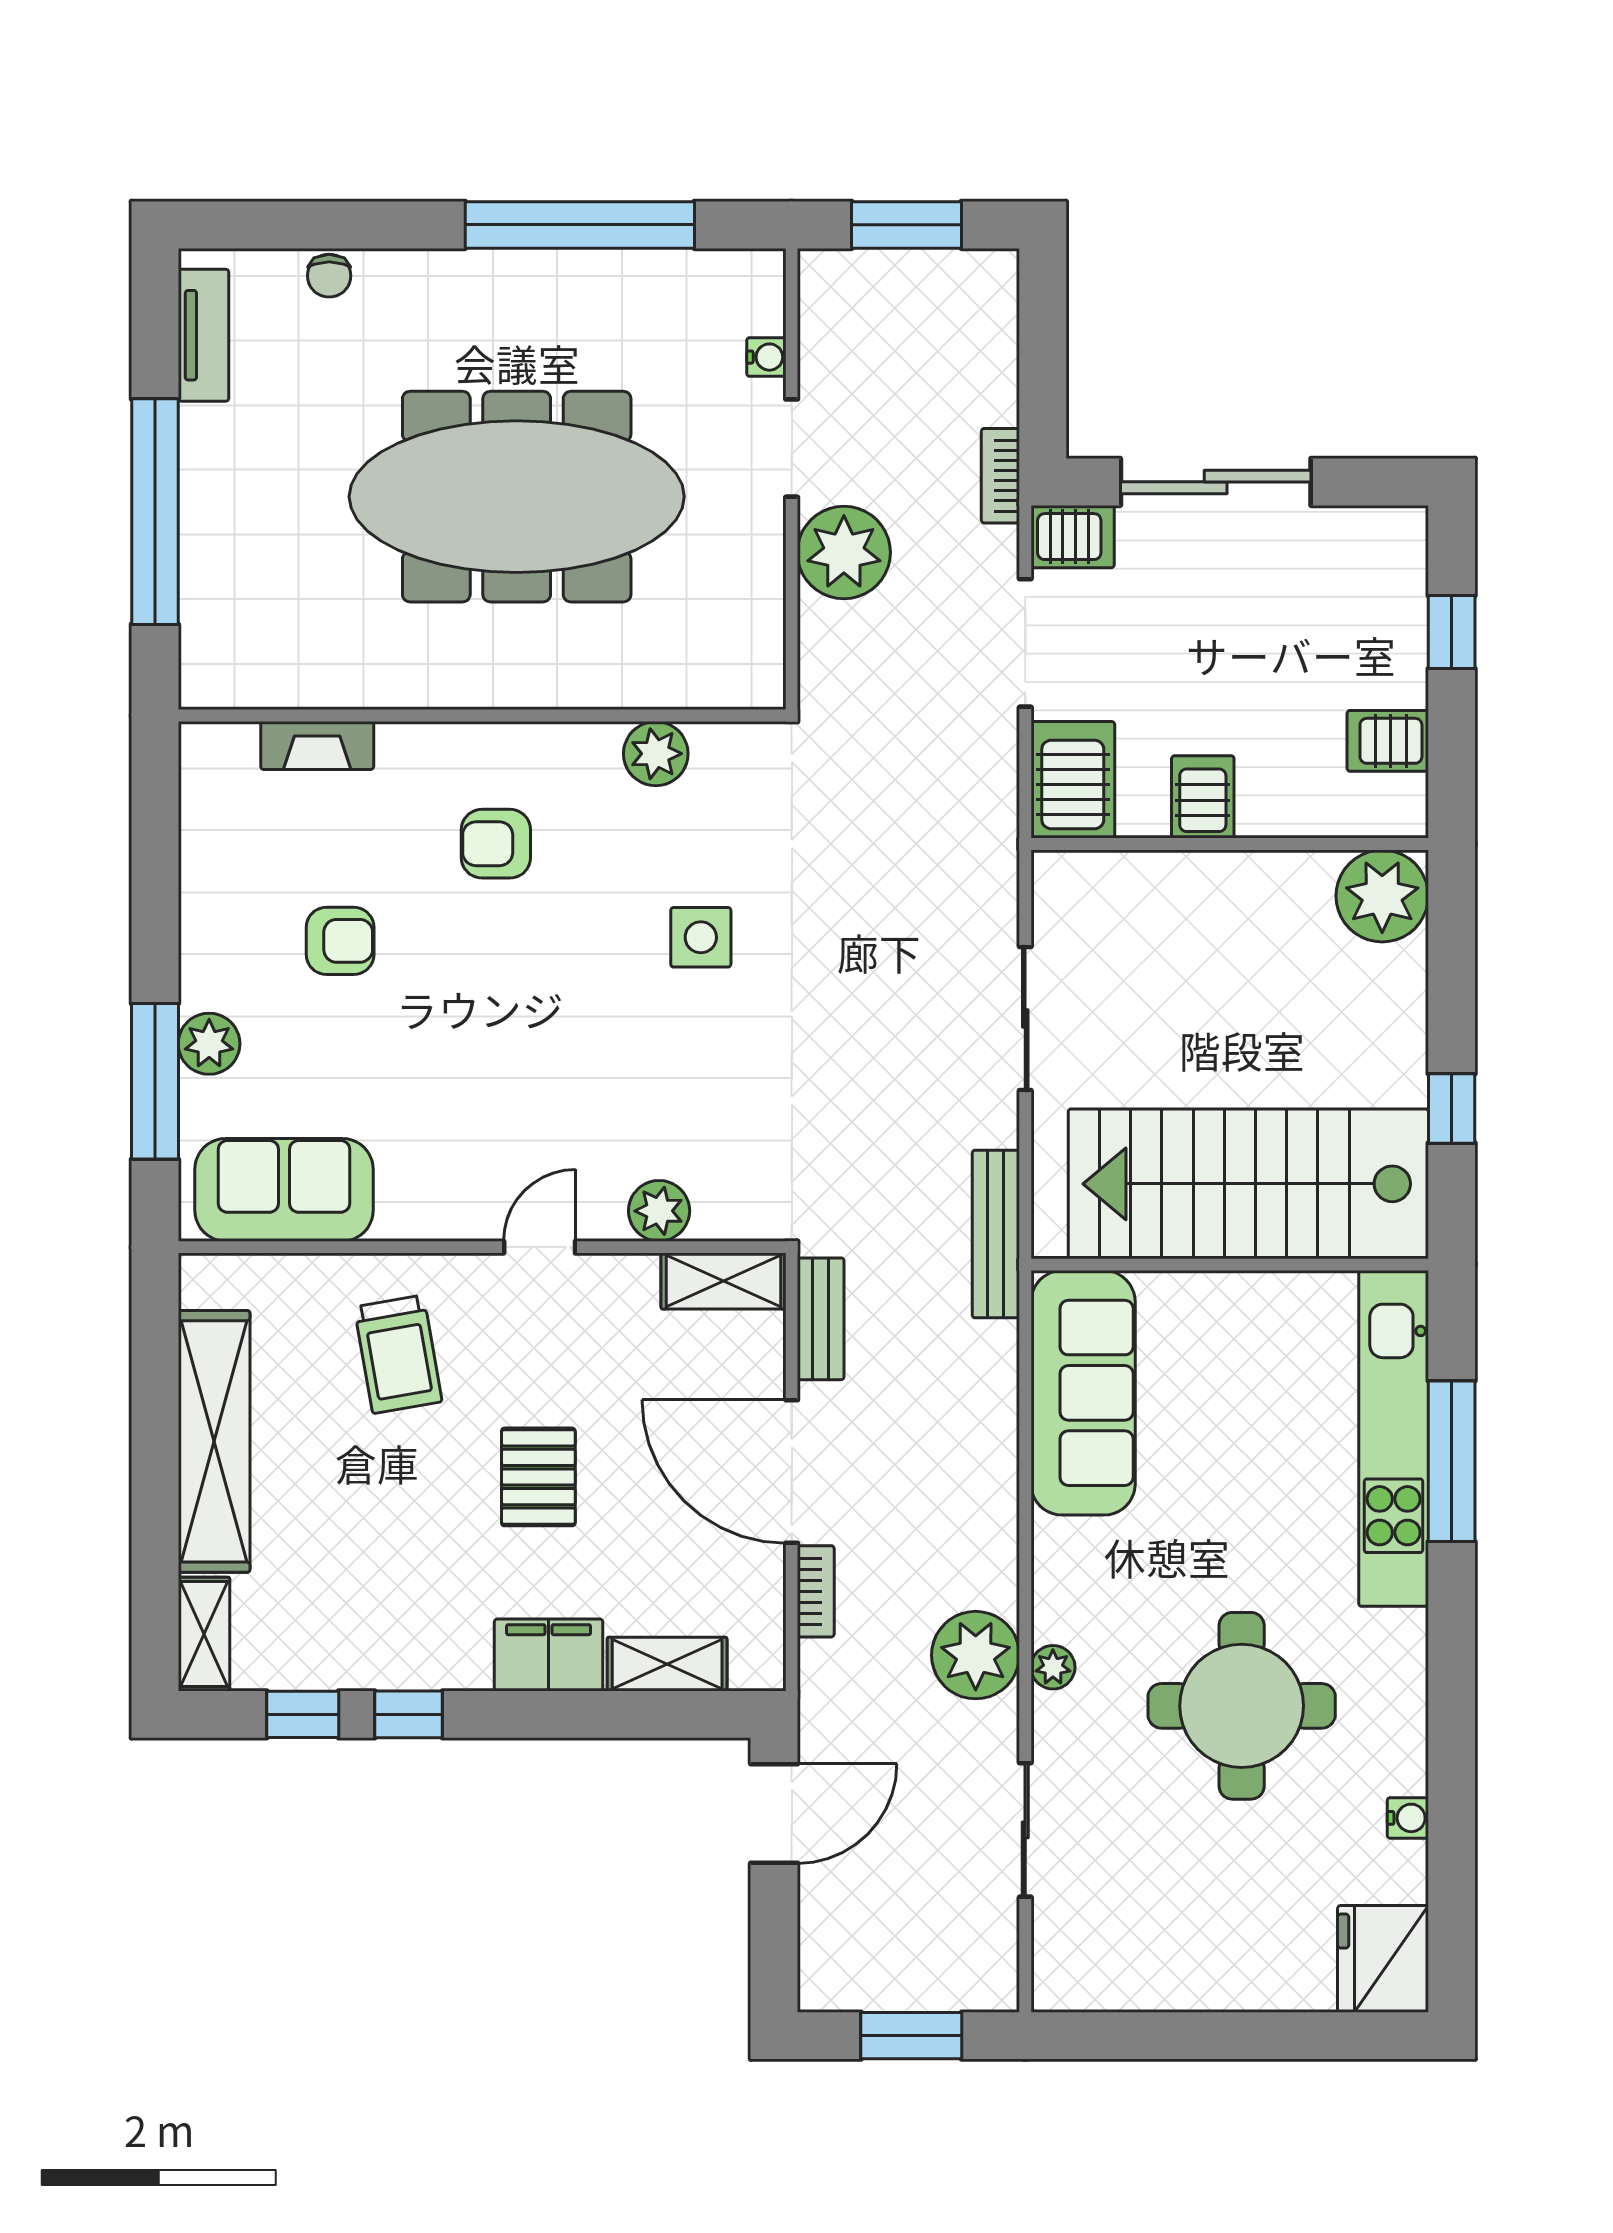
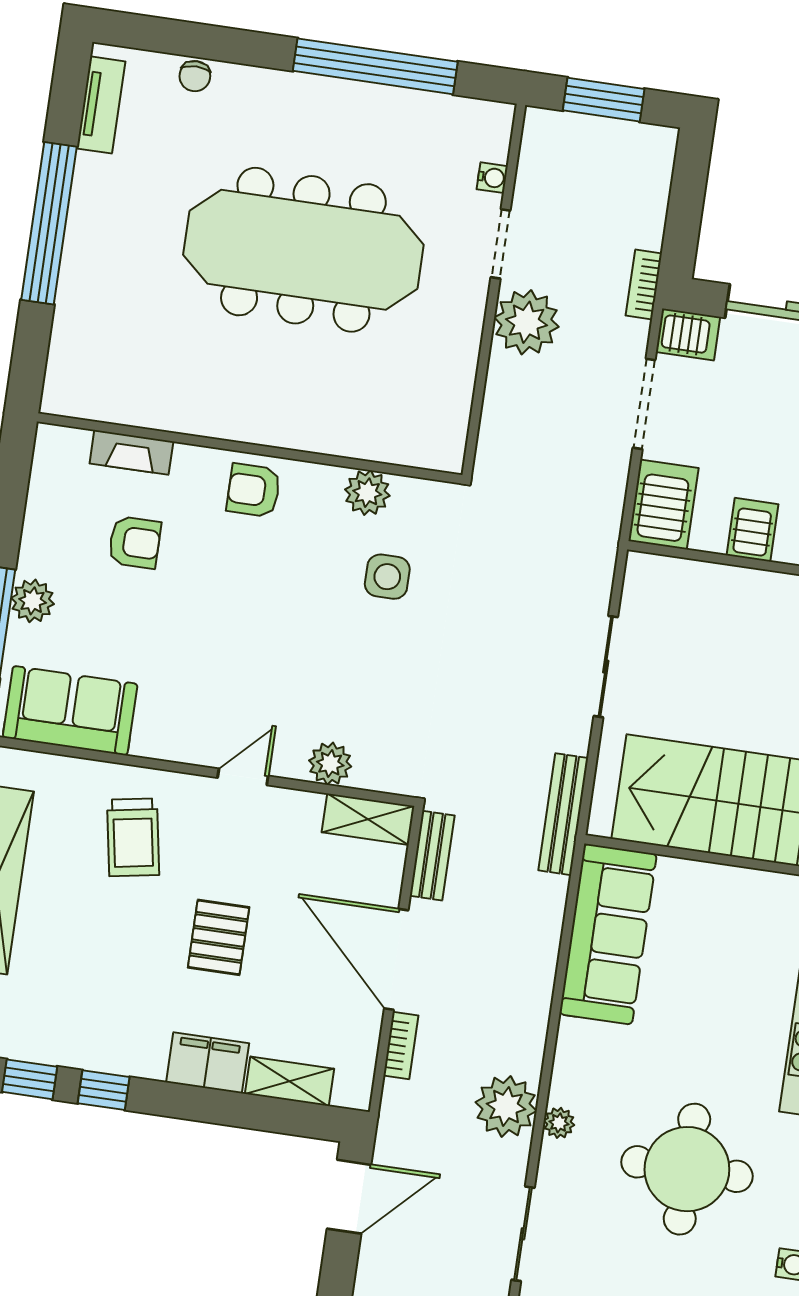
wall: (482, 716) -> (250, 448), moved
fireplace: (317, 745) -> (131, 452), moved
plant: (656, 754) -> (367, 493), moved

